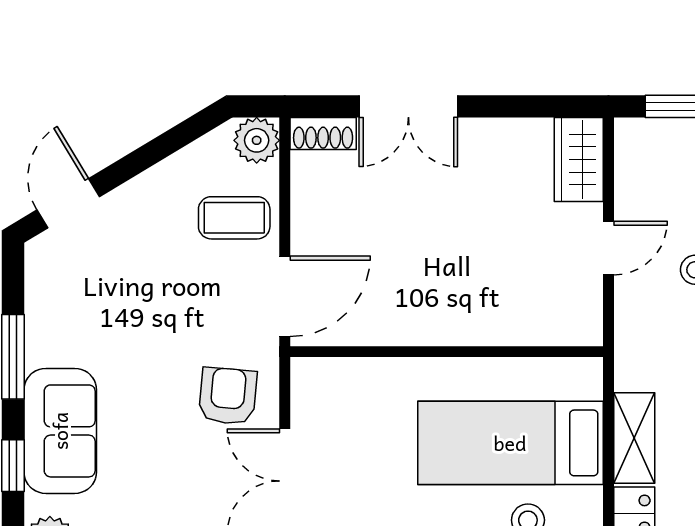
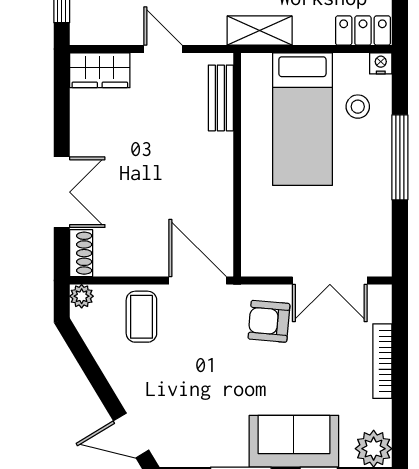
plant: (257, 140) -> (82, 296), width x0.73, depth x0.73
bench: (540, 329) -> (221, 98), added
shelving: (634, 438) -> (260, 31), moved

